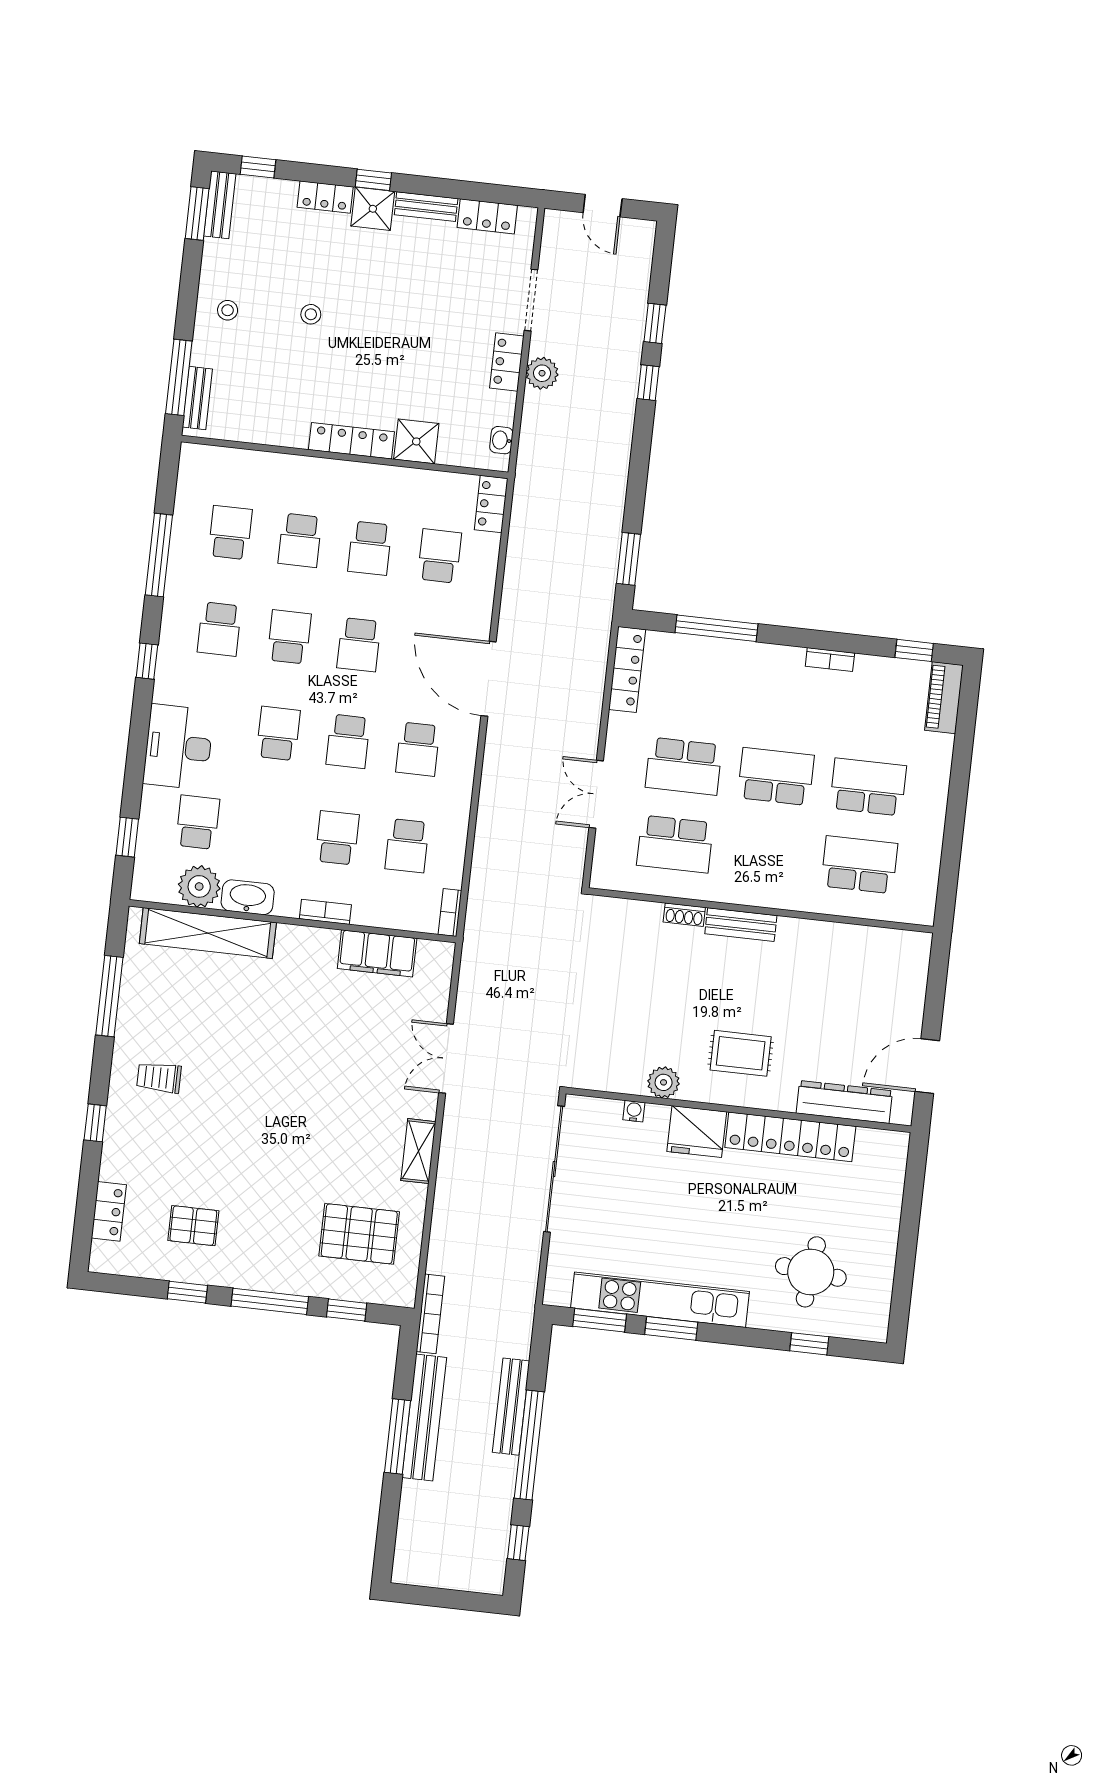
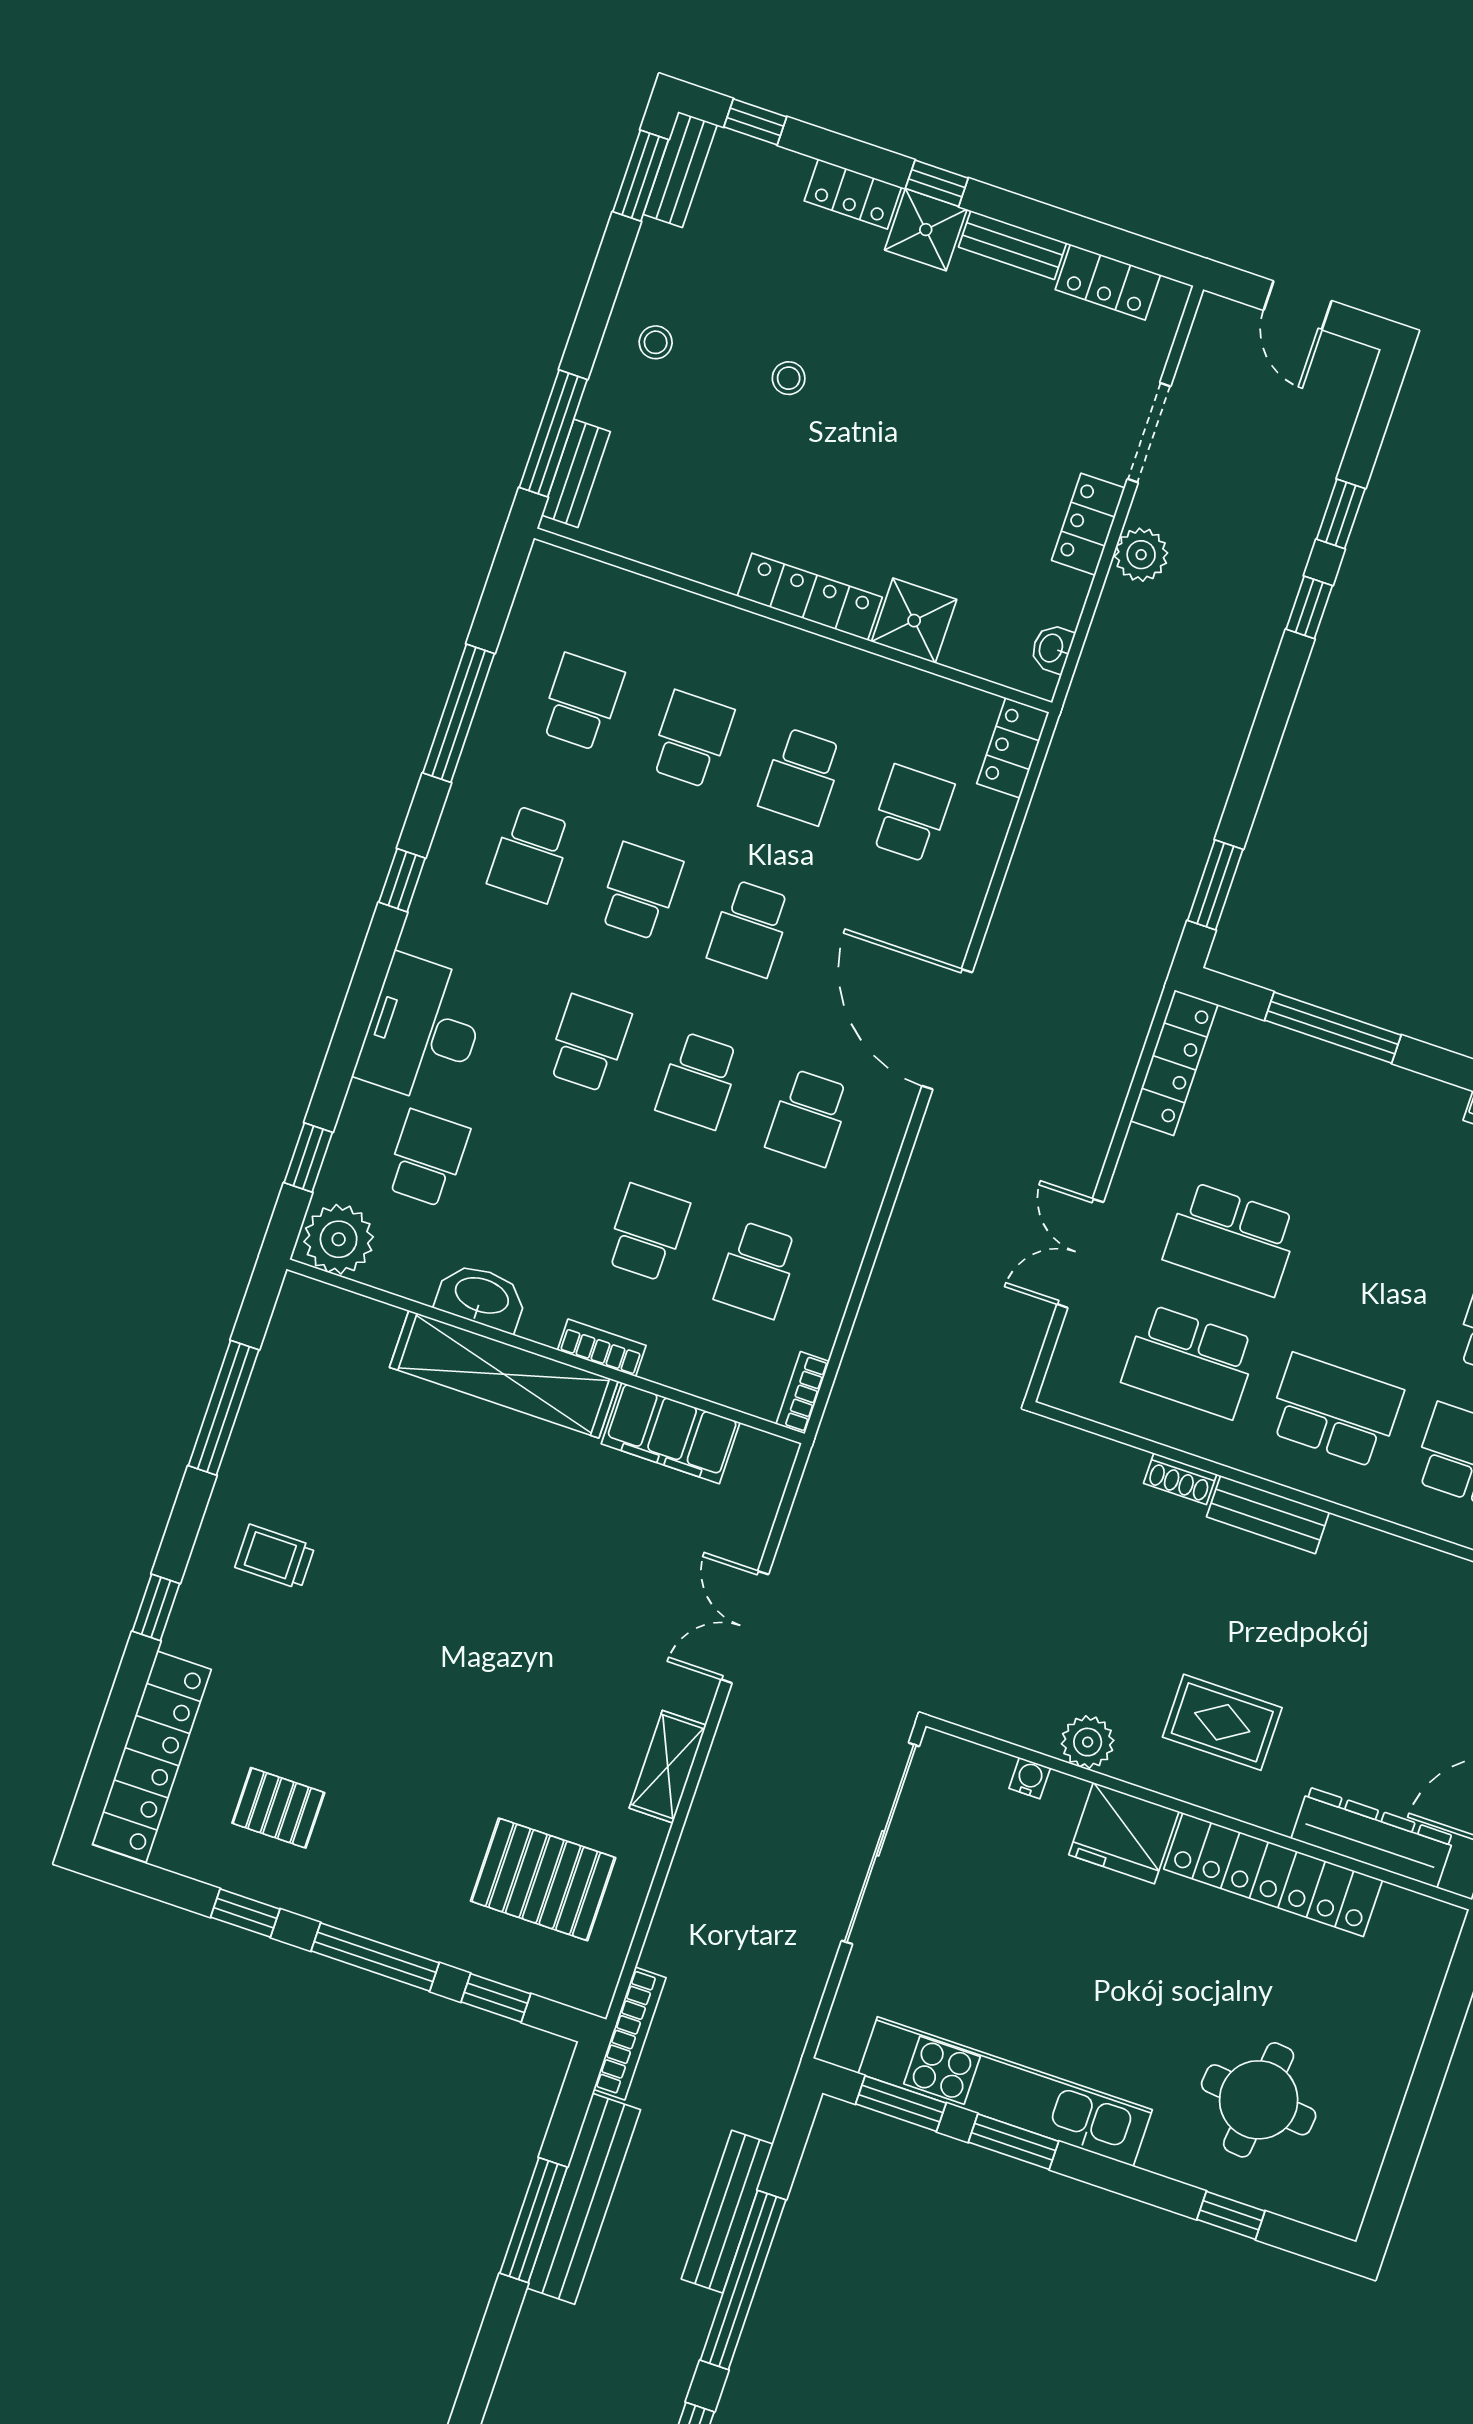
school desk: (300, 540) -> (692, 739), turned 180
school desk: (776, 777) -> (1335, 1411), moved
plant: (199, 886) -> (339, 1239), moved
shelving: (208, 933) -> (504, 1374), moved
locker: (109, 1211) -> (152, 1757), width x2.16, depth x1.21

